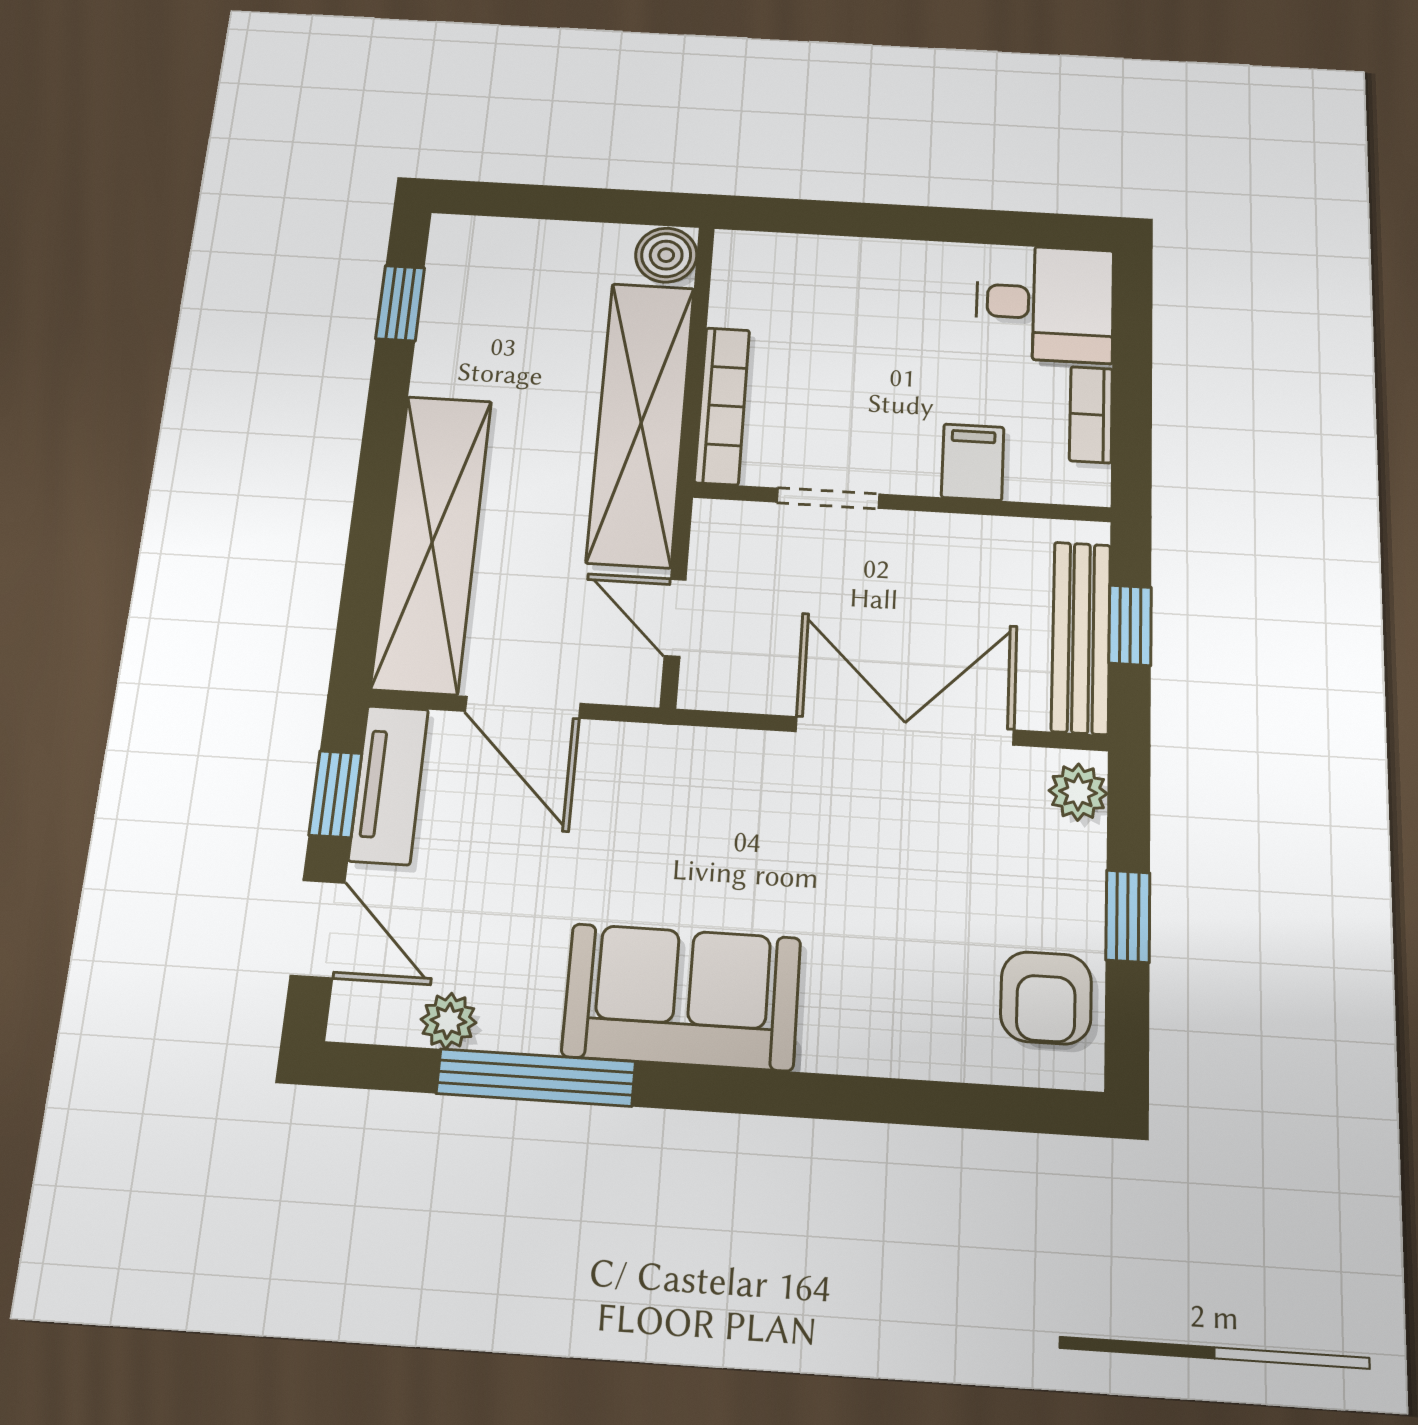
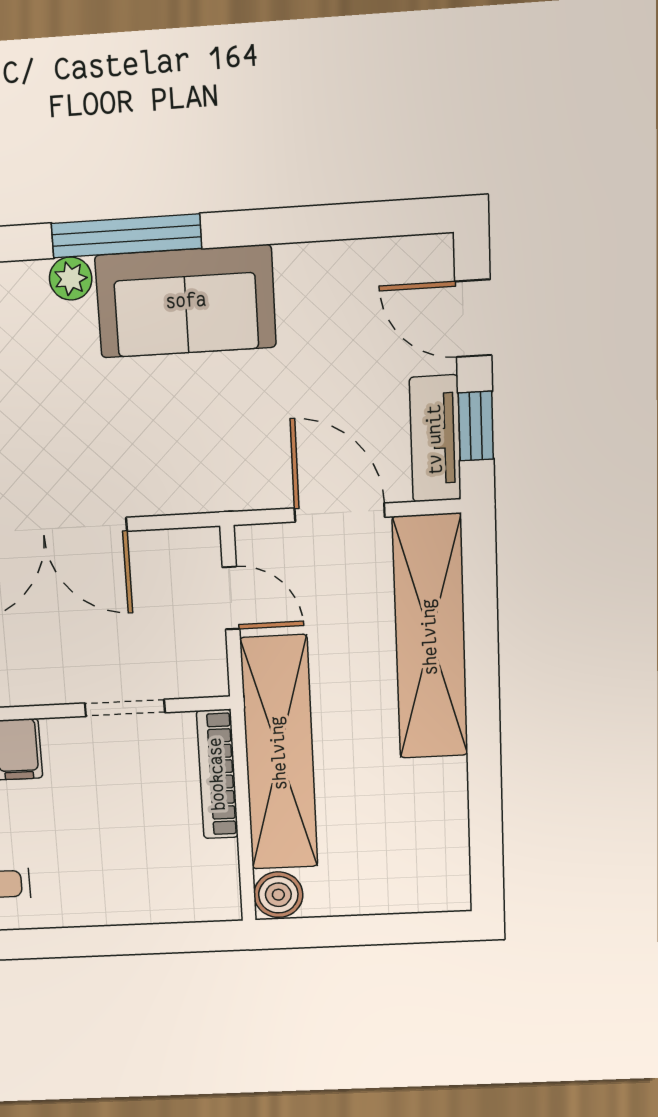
window: (400, 303) -> (486, 832), removed
plant: (448, 1021) -> (71, 279), moved
window: (536, 1078) -> (126, 236), moved

